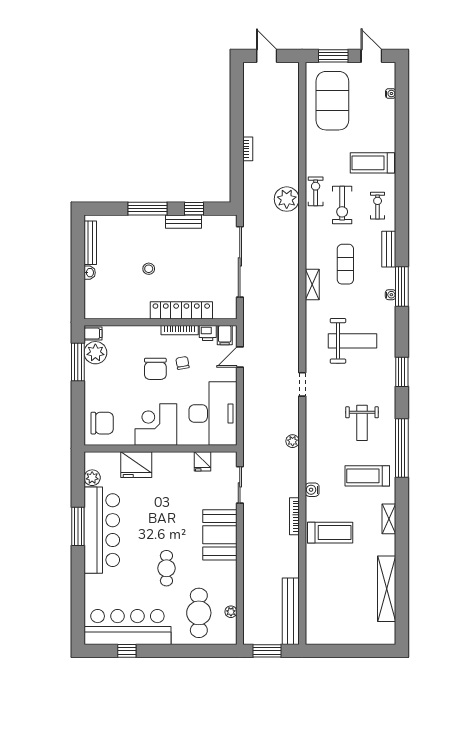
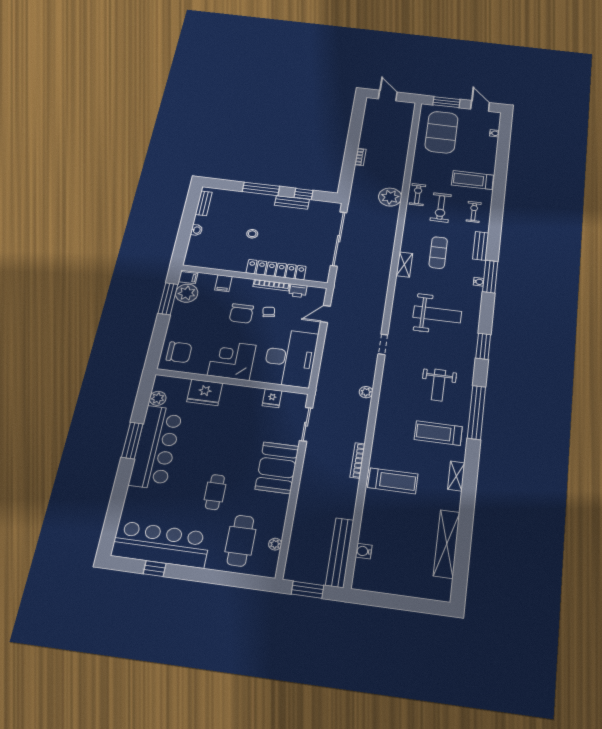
bench: (90, 243) -> (204, 203), width x0.73
filing cabinet: (225, 335) -> (223, 283), moved
water cooler: (312, 490) -> (364, 551), moved

